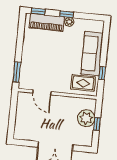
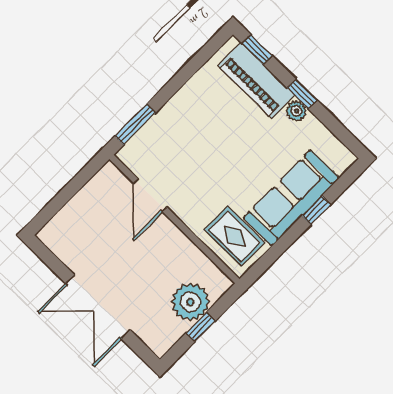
window: (102, 73) -> (316, 210), moved

